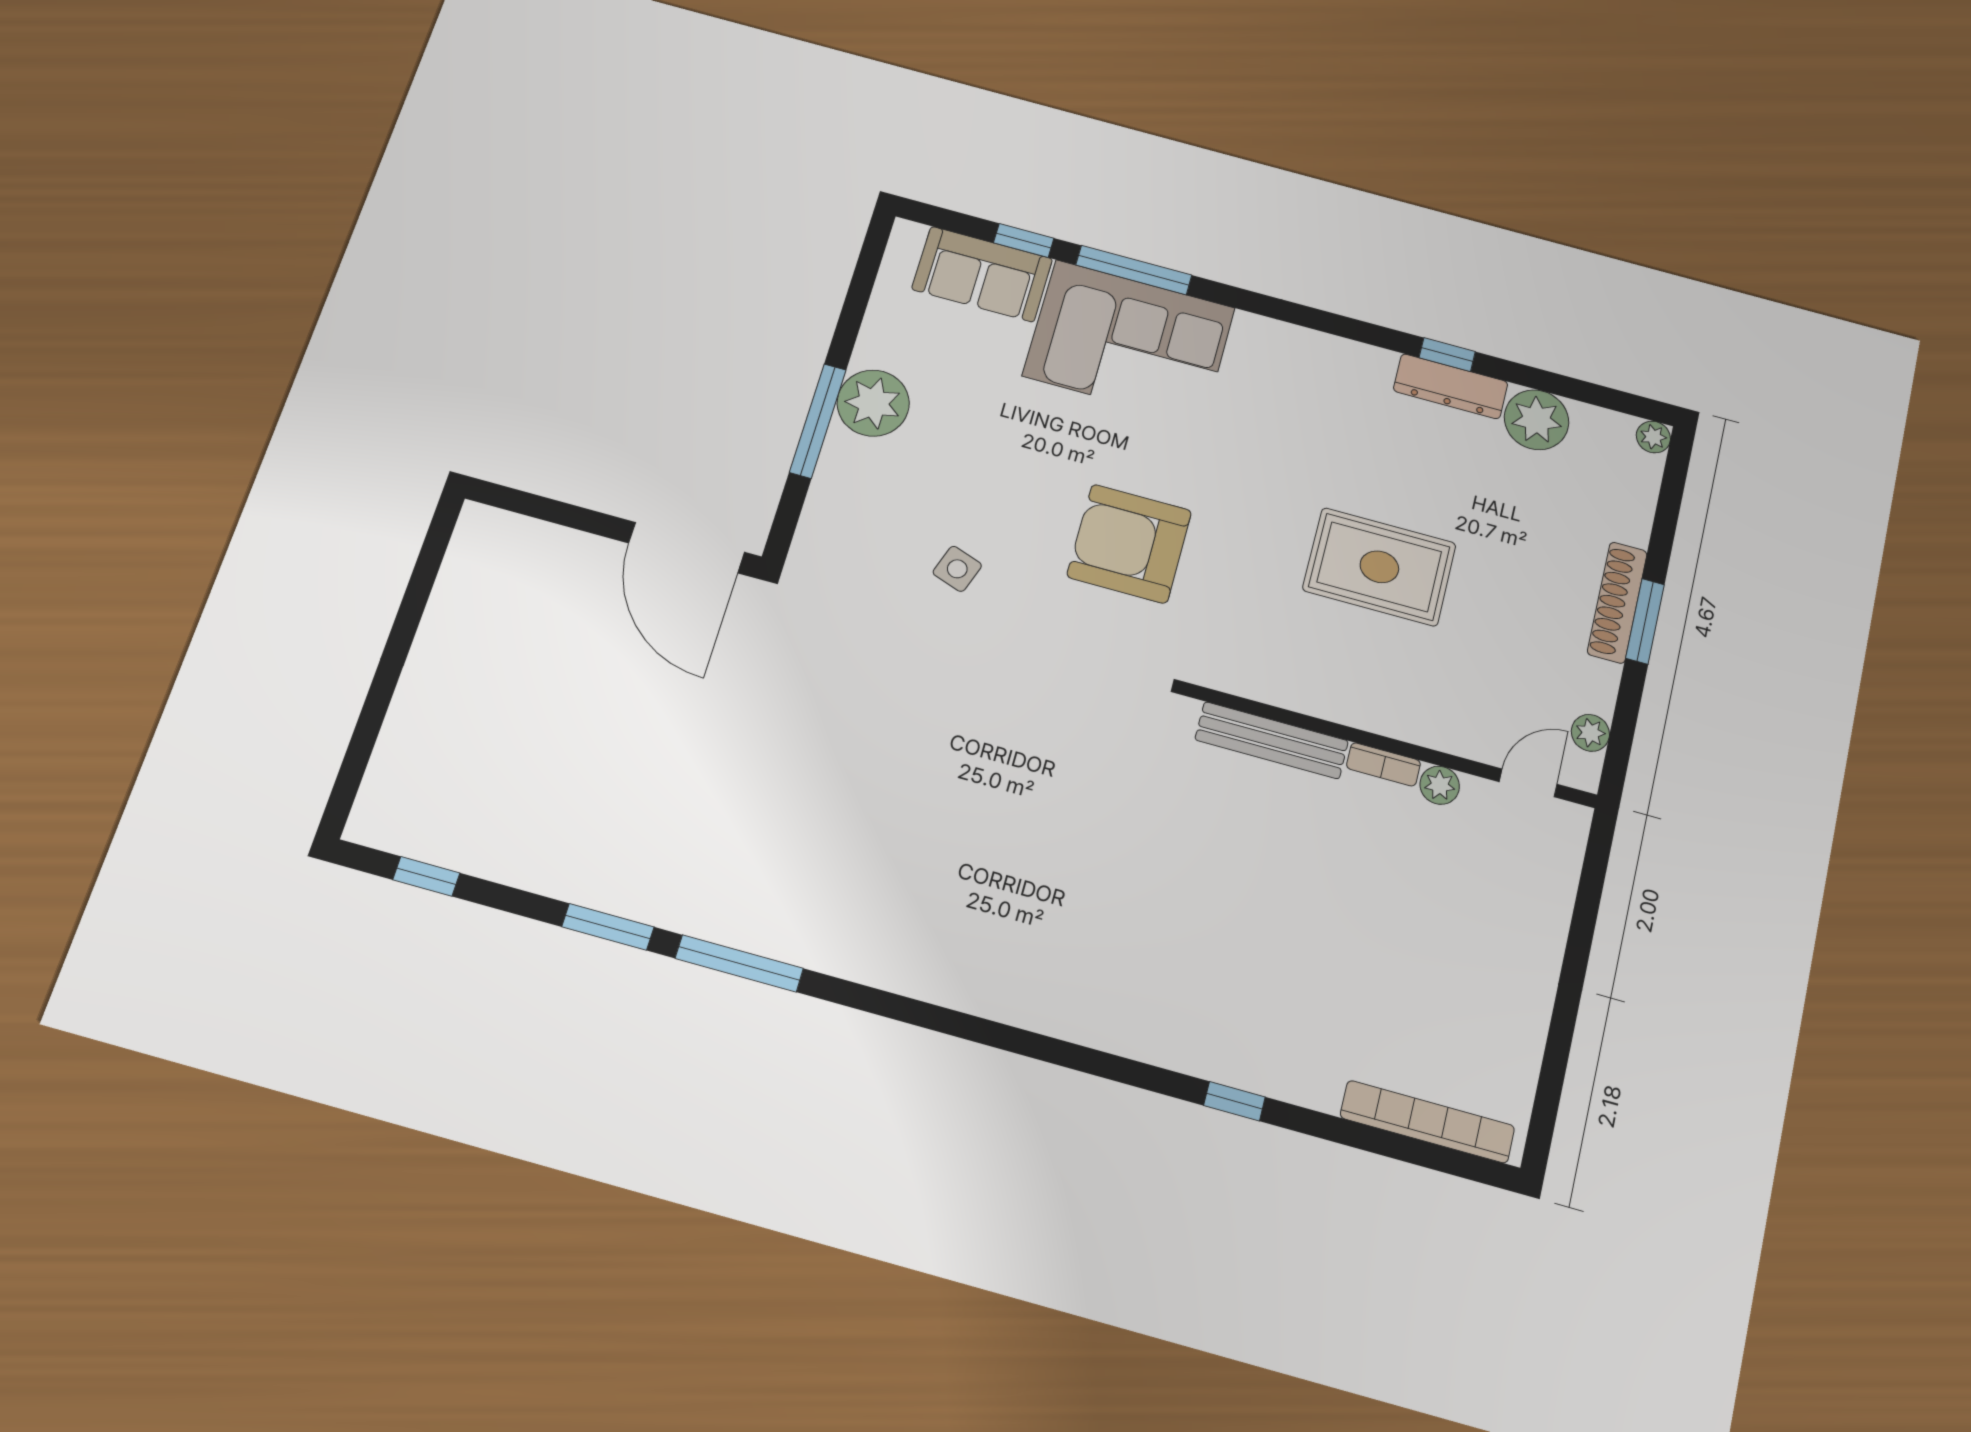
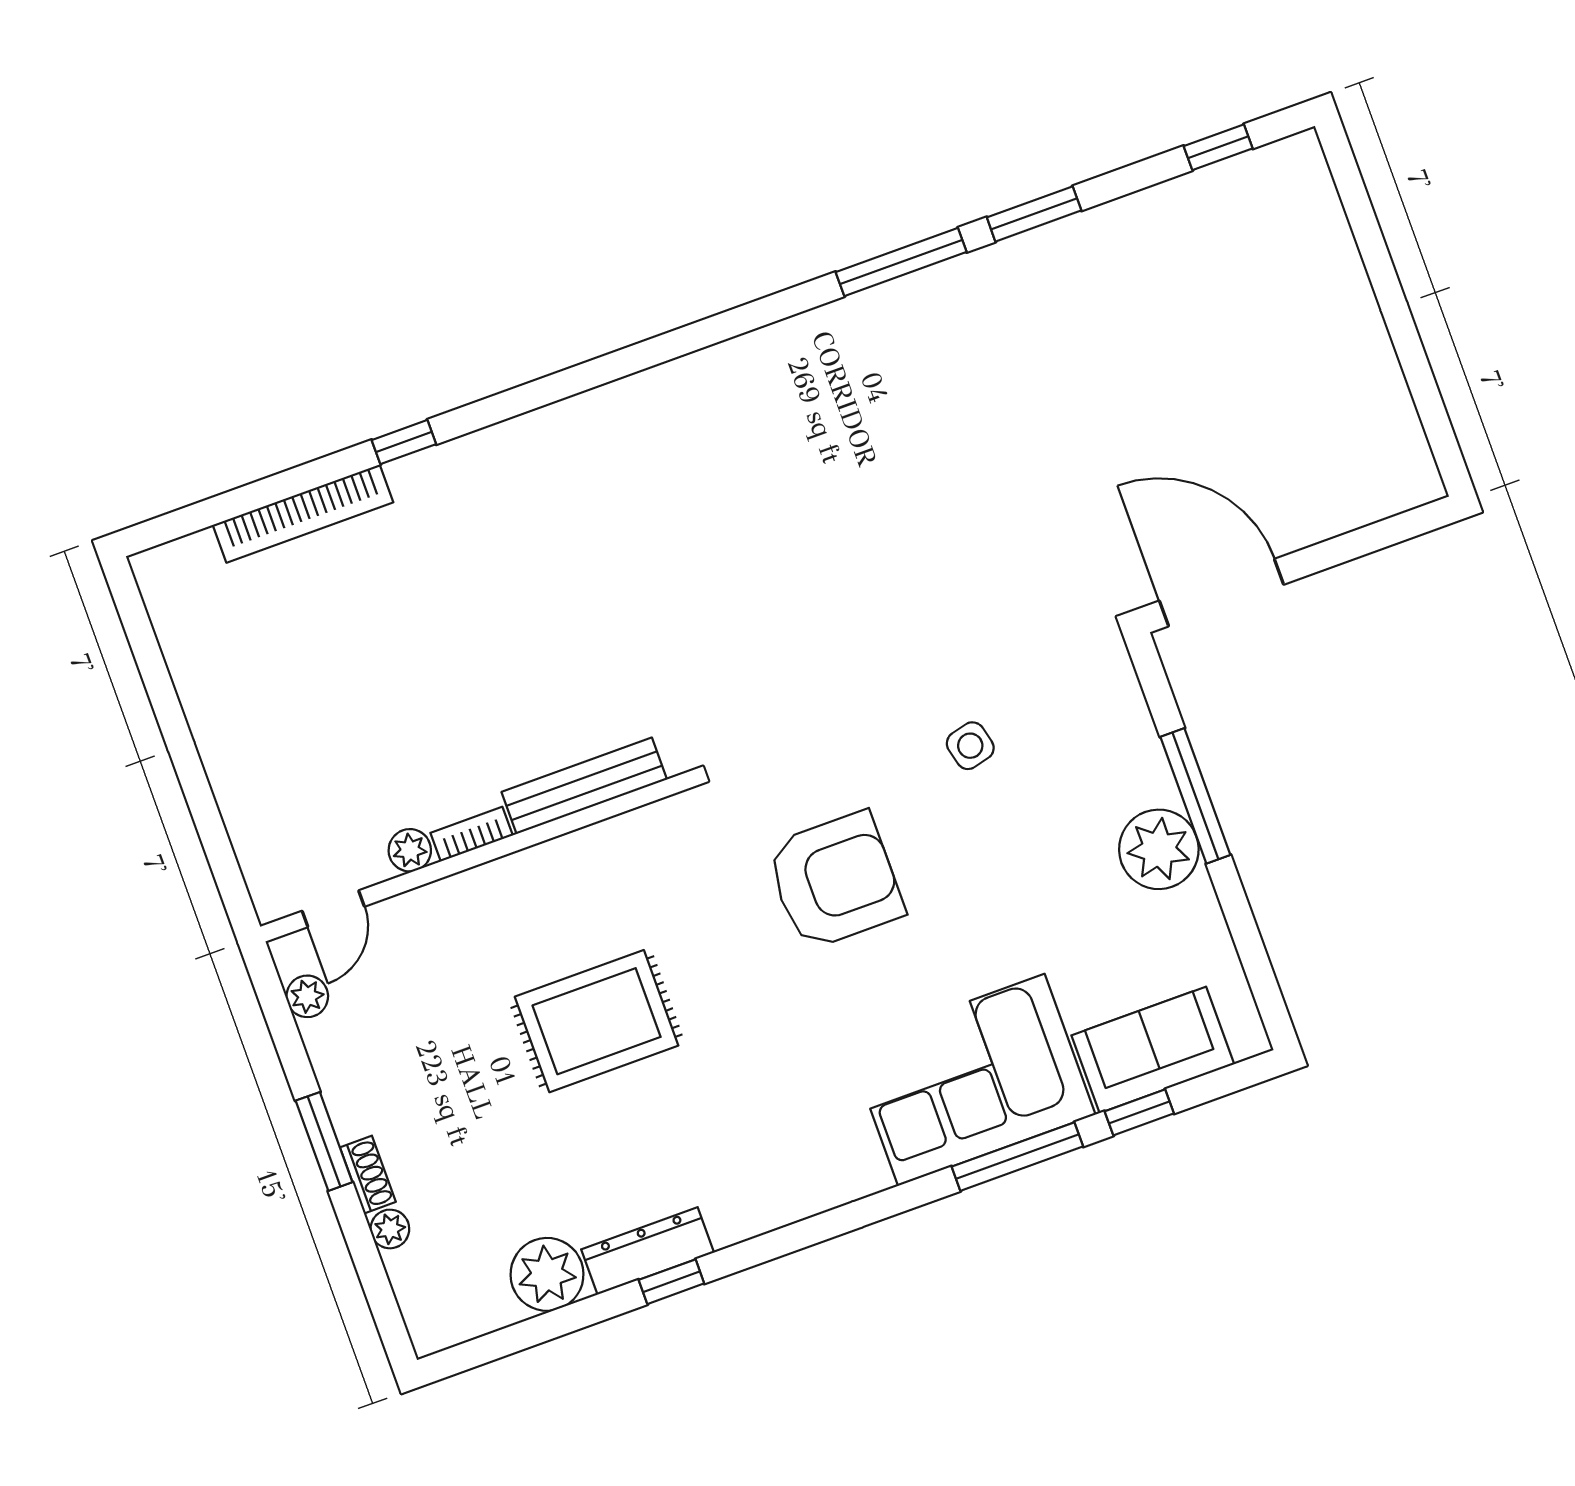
plant: (1653, 437) -> (390, 1229), moved
side table: (957, 569) -> (970, 746), turned -33
shoe rack: (1617, 602) -> (368, 1175), width x0.51, depth x0.81
bookcase: (1427, 1122) -> (303, 514), moved

